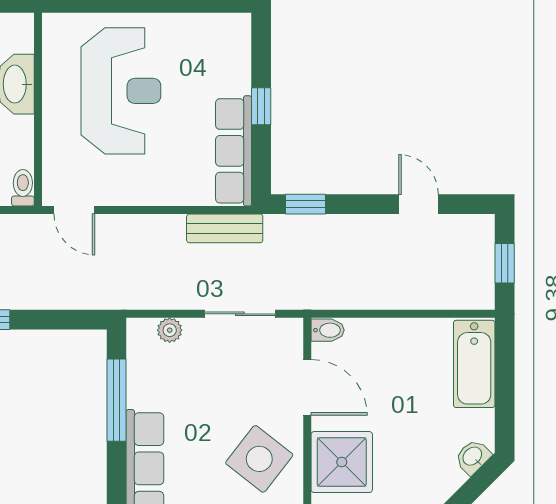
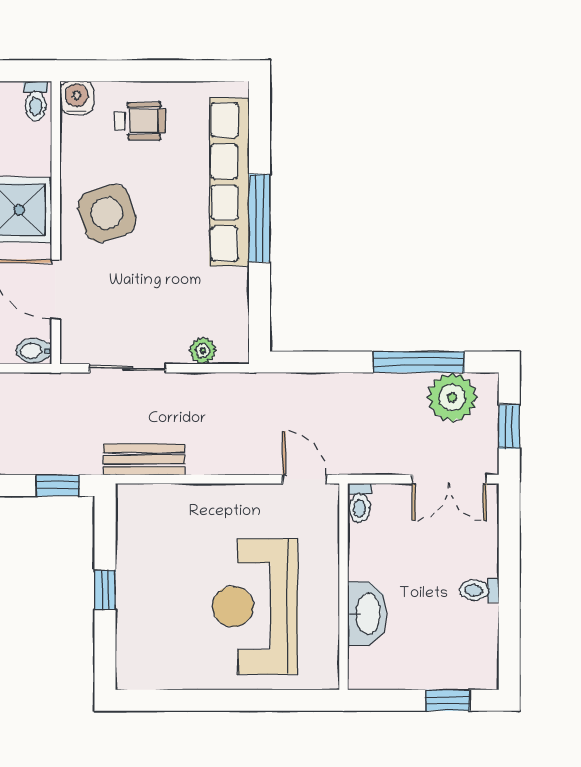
row of seats: (234, 151) -> (134, 542), removed
window: (117, 400) -> (260, 218), moved
side table: (259, 459) -> (107, 213), turned 34

